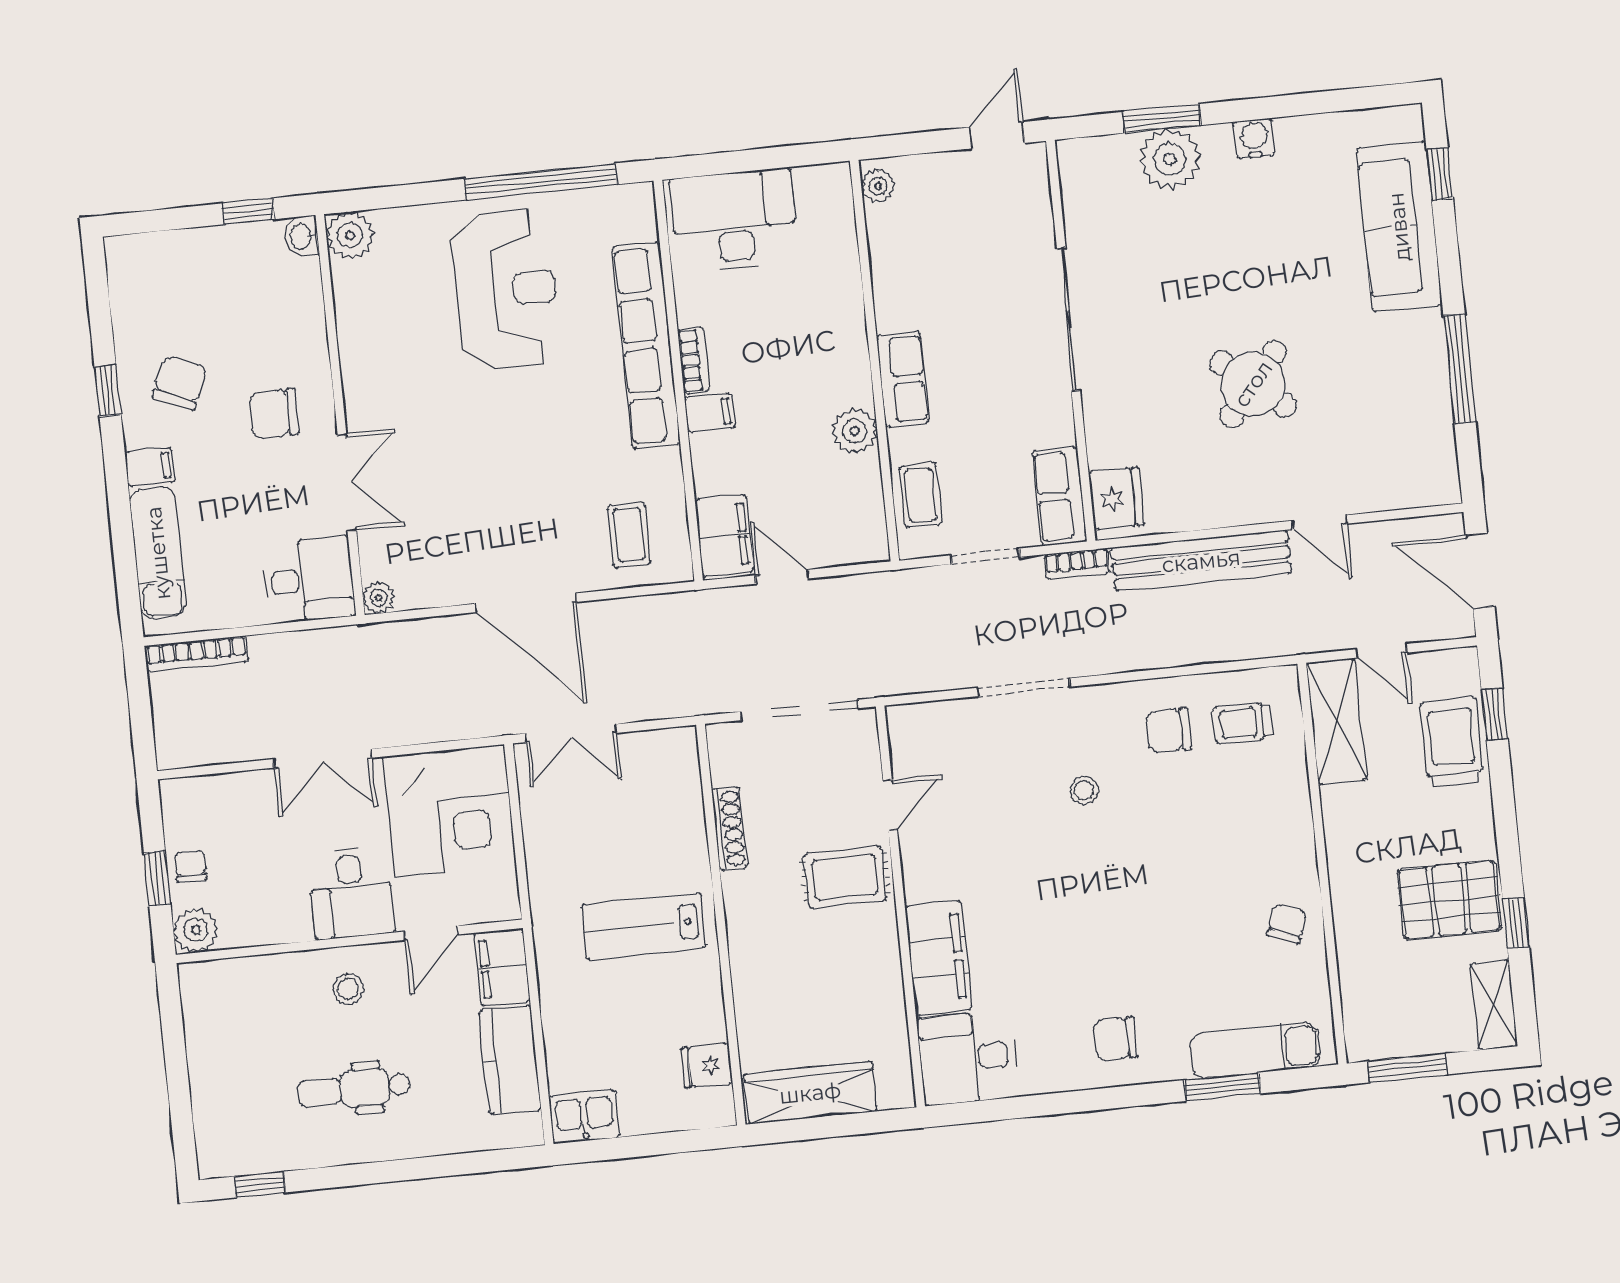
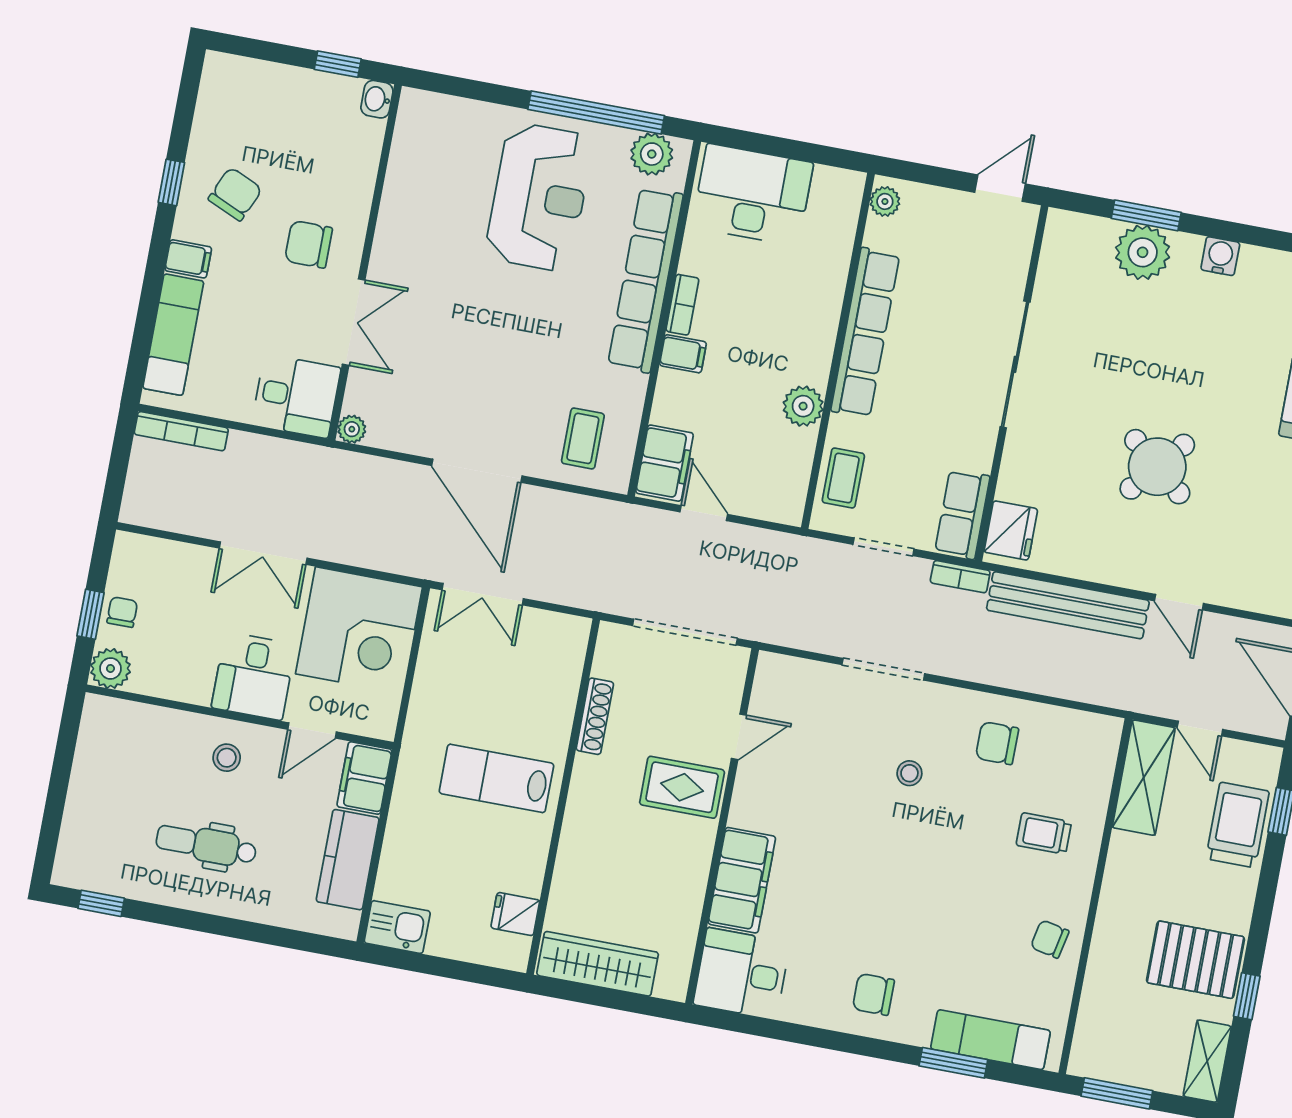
plant: (350, 235) -> (652, 154), moved
row of seats: (903, 379) -> (865, 333), width x2.02
trolley: (1243, 723) -> (1044, 833), moved
chair: (1287, 924) -> (1050, 939), turned -99

